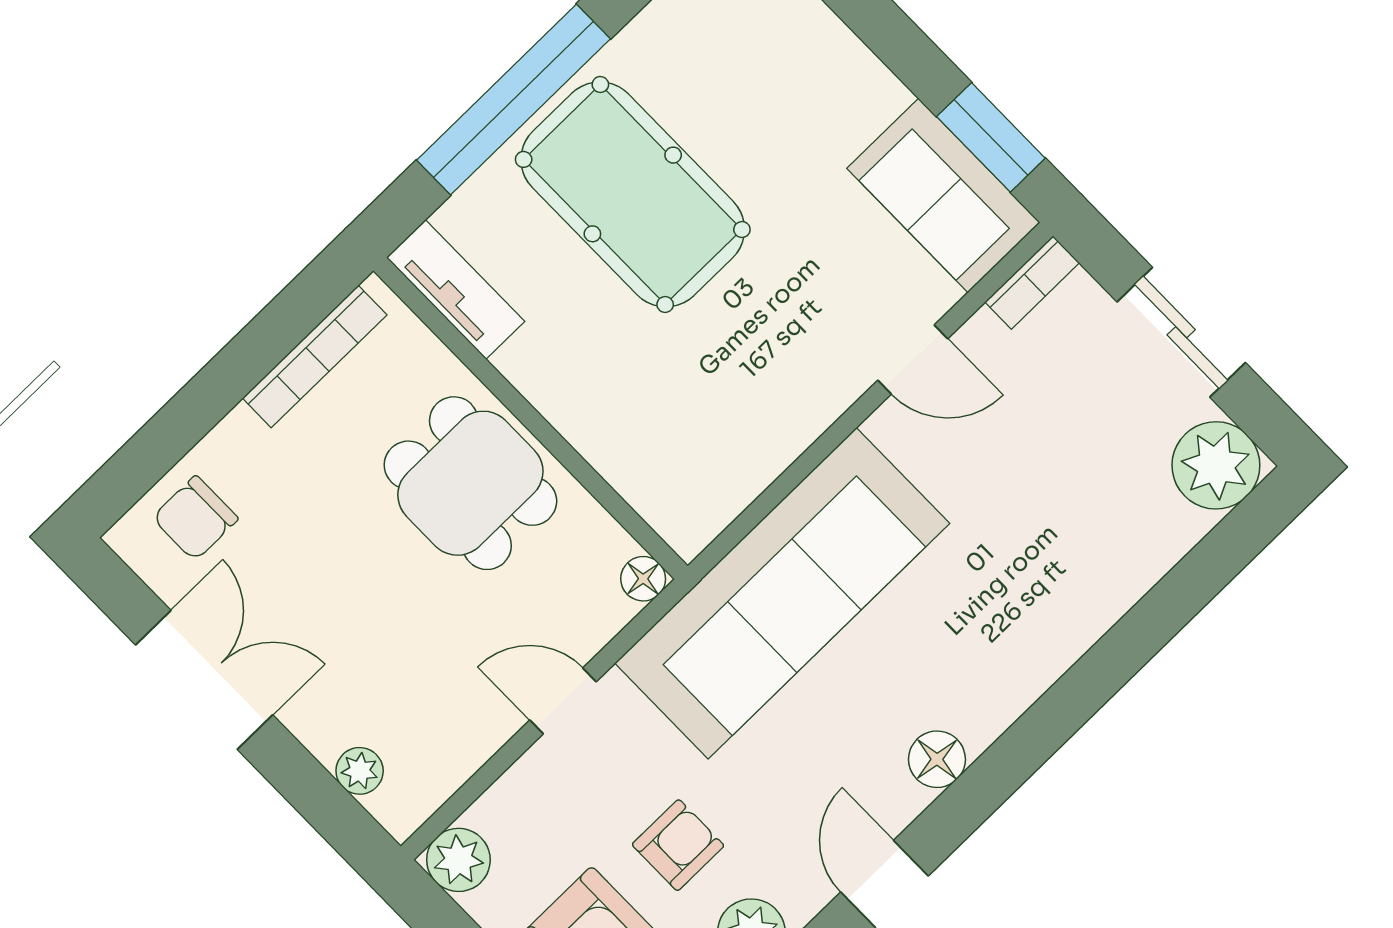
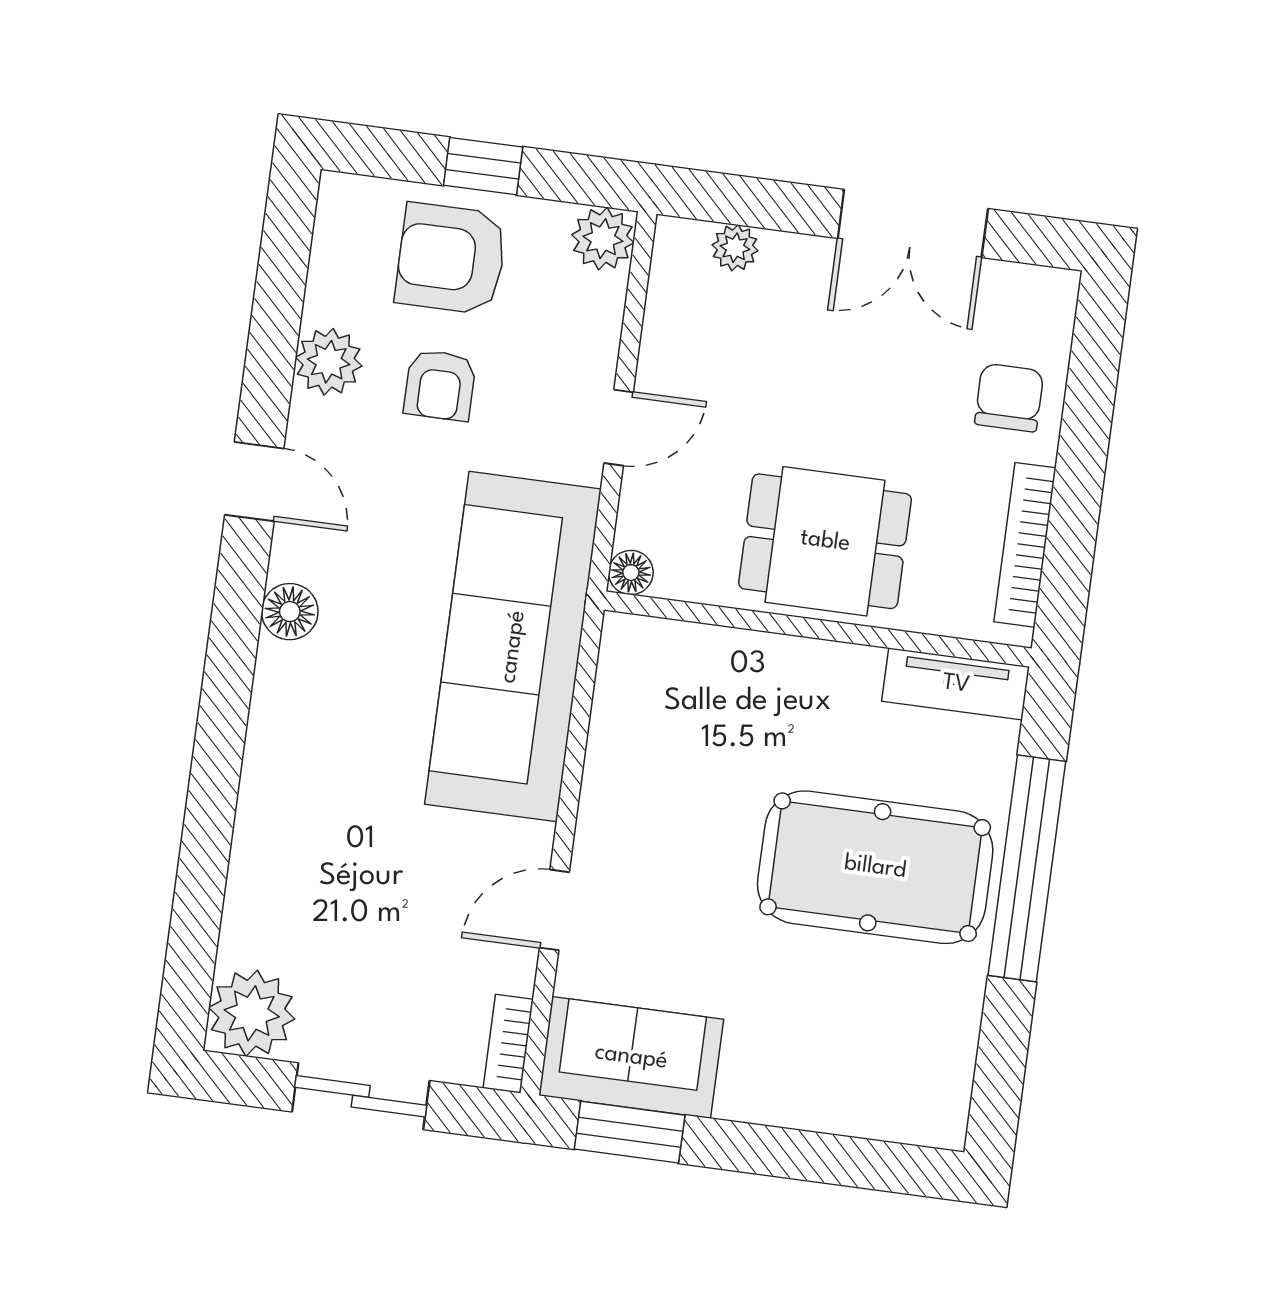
chair: (195, 518) -> (1009, 398), moved

